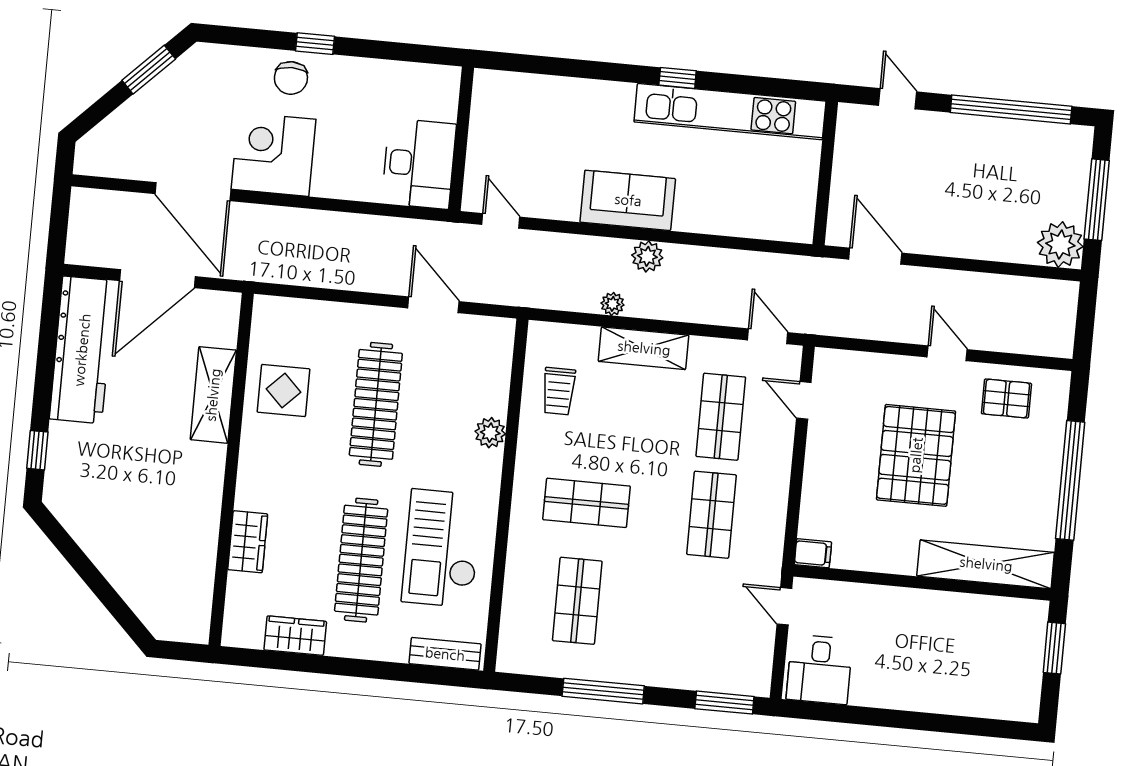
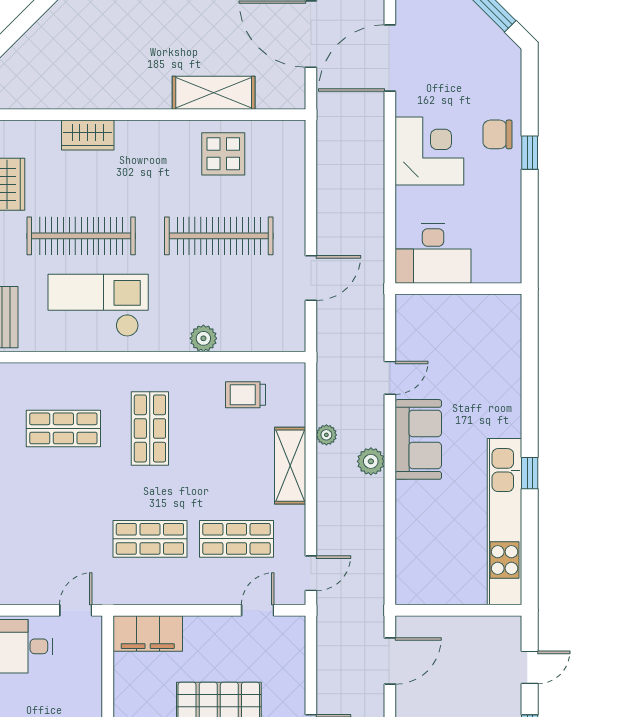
corner desk: (274, 154) -> (429, 151), moved
door: (501, 221) -> (390, 378), moved
filing cabinet: (813, 553) -> (148, 633), width x3.00, depth x1.17

